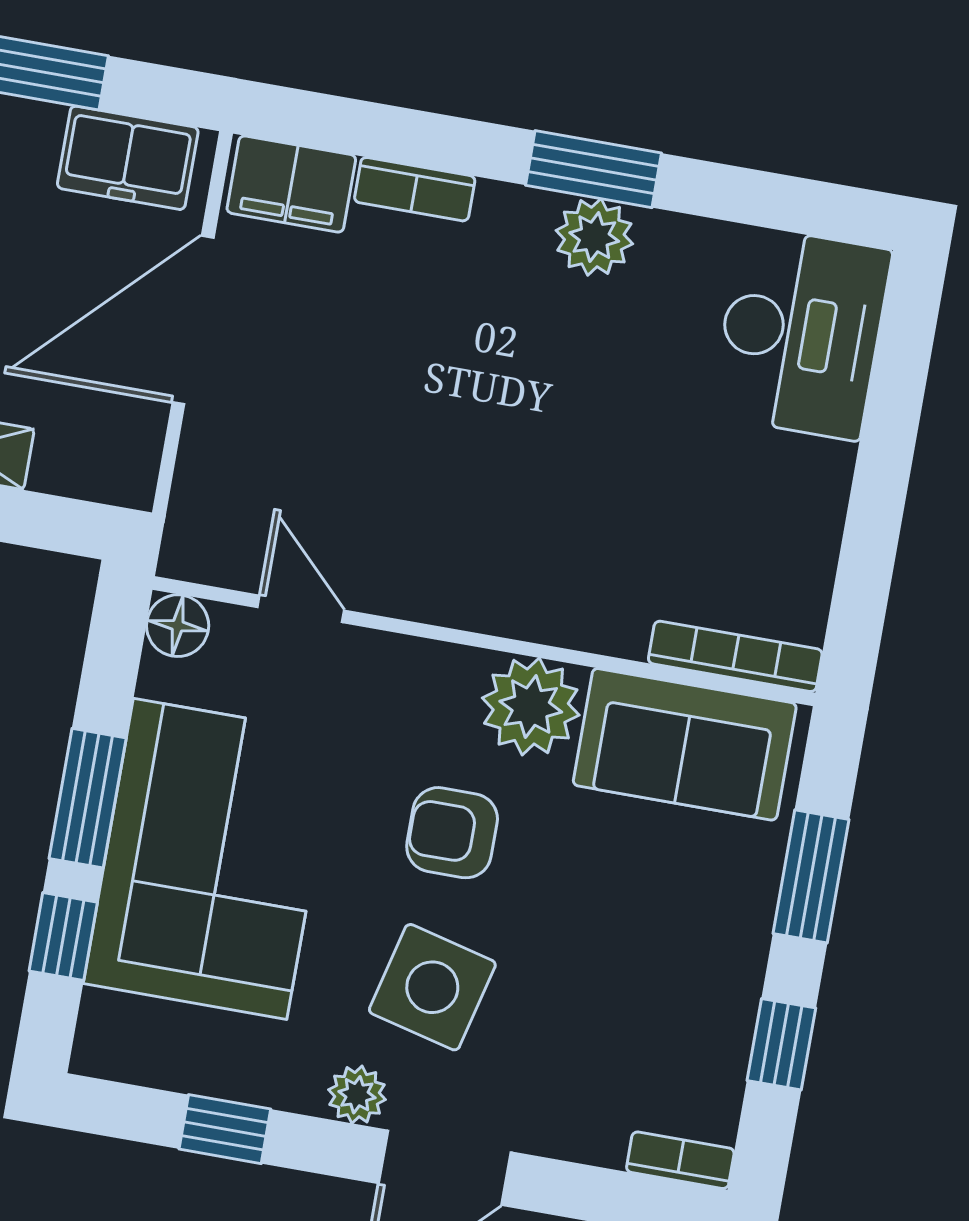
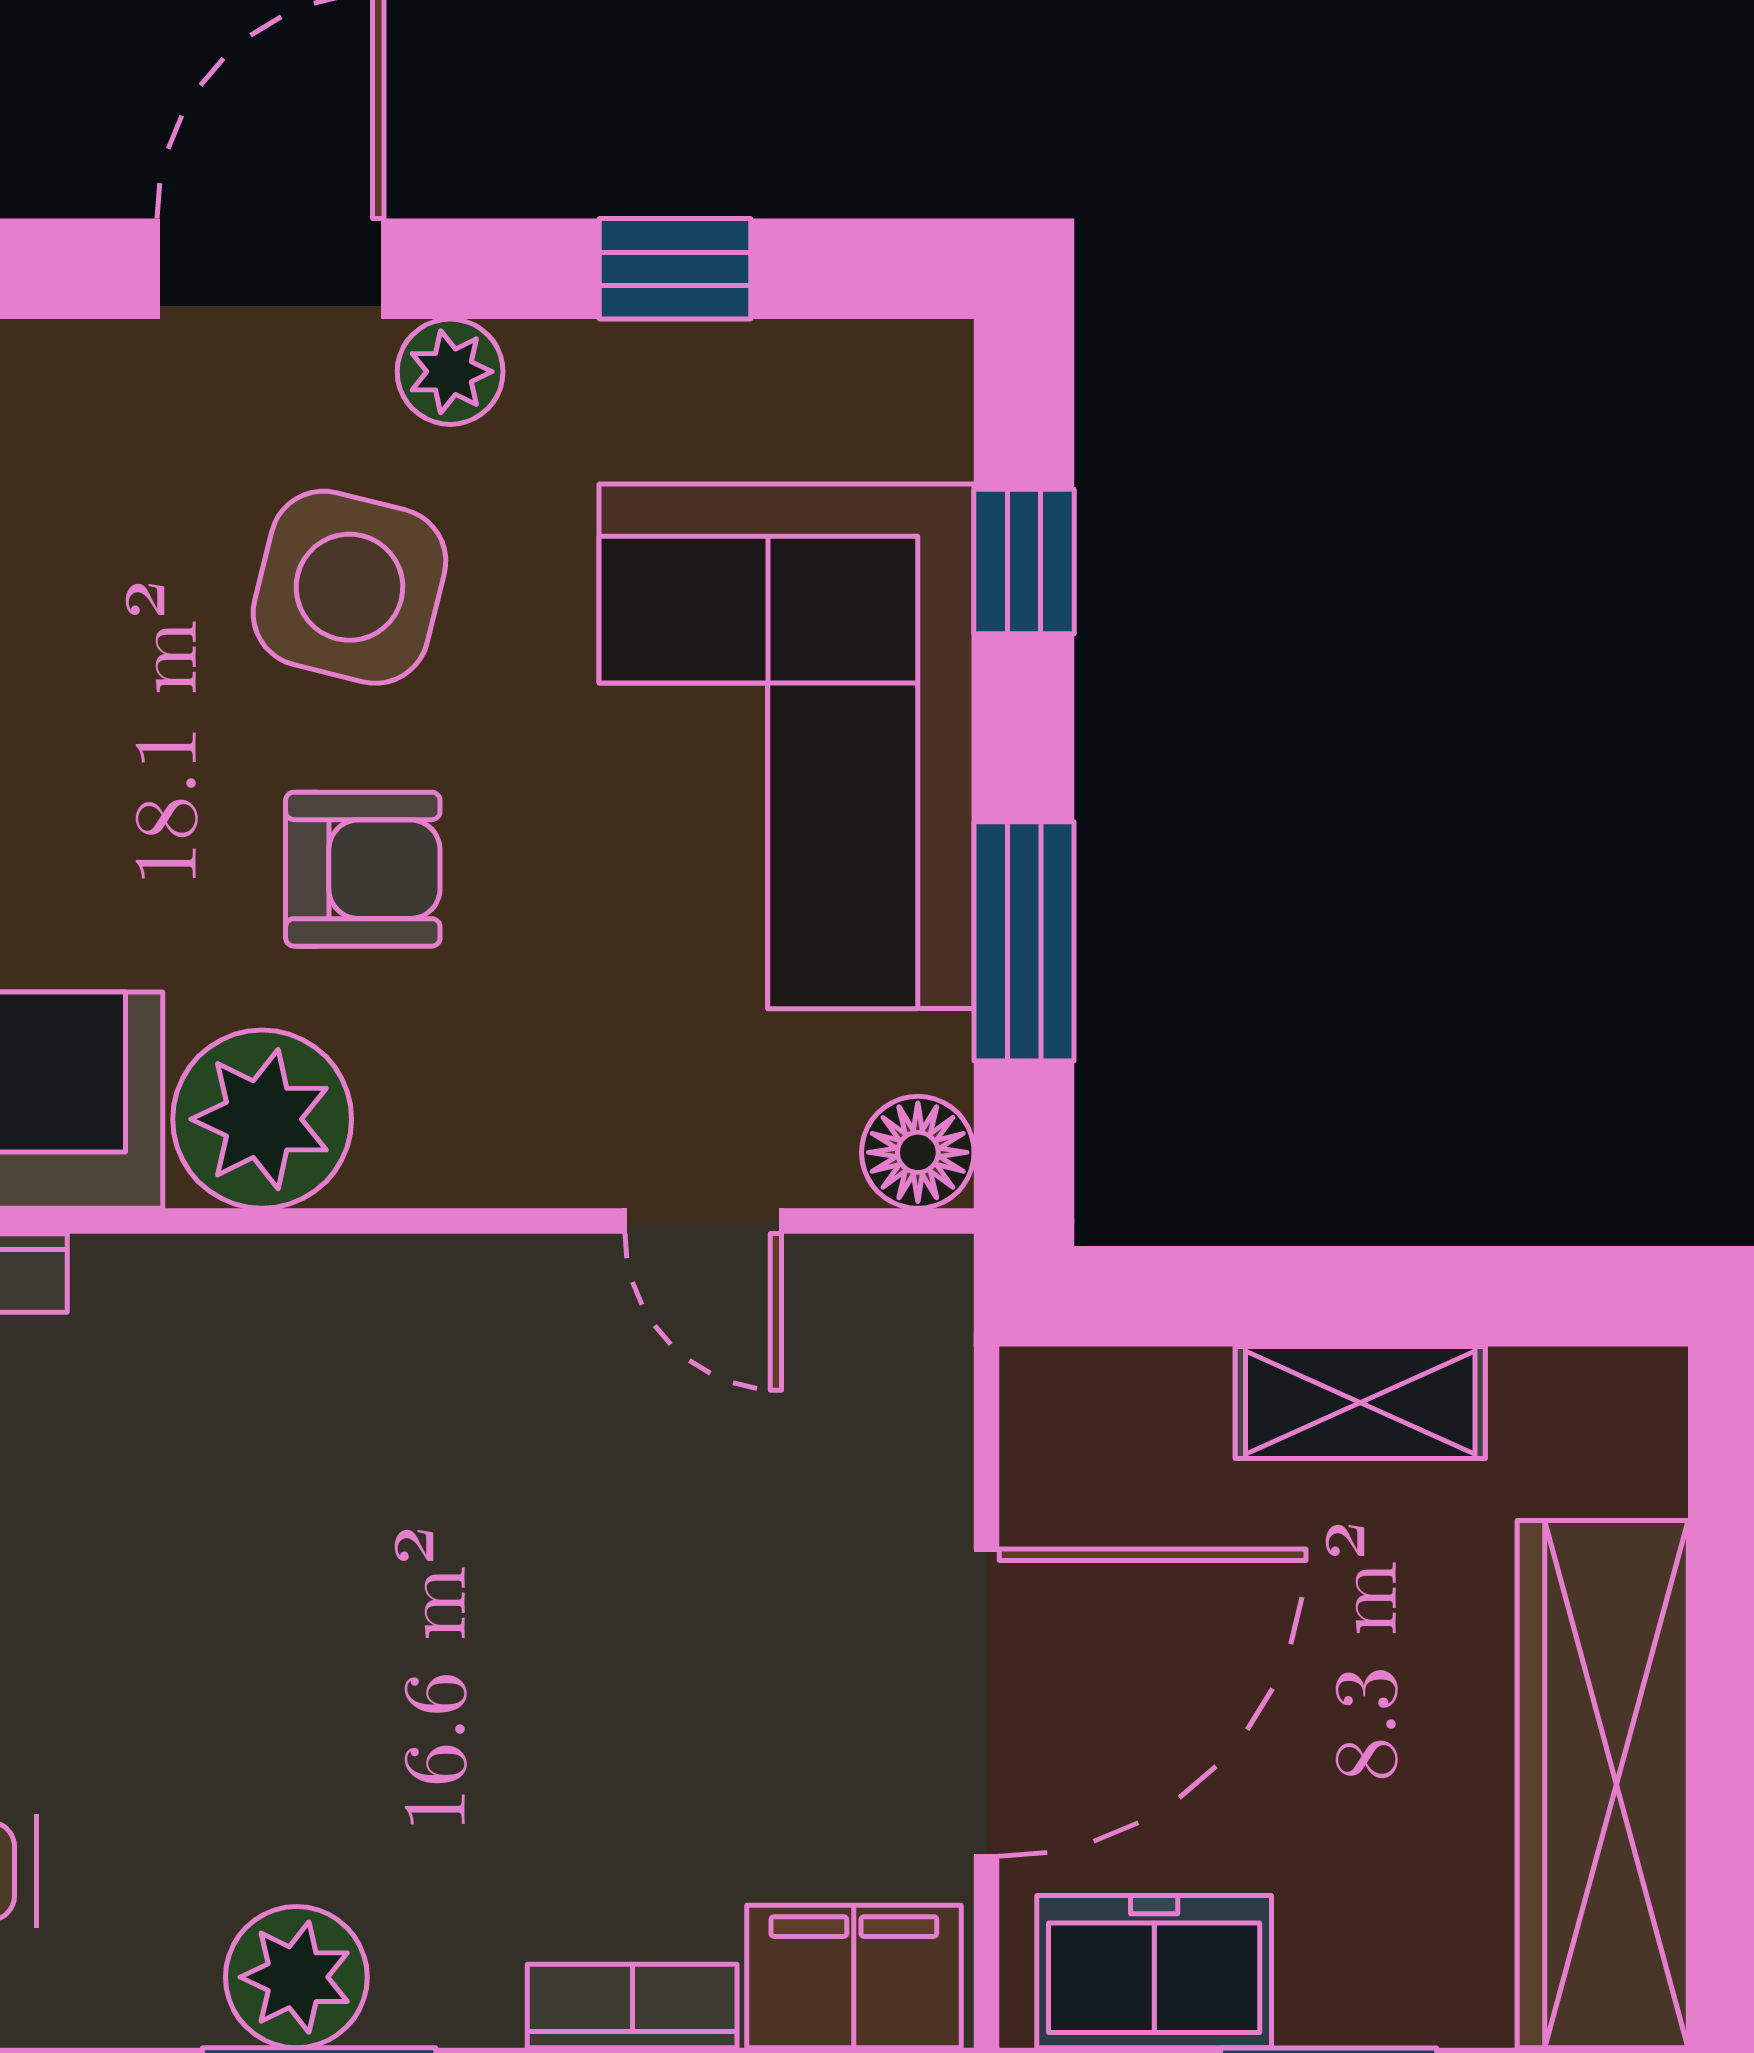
window: (88, 798) -> (1024, 941), moved

